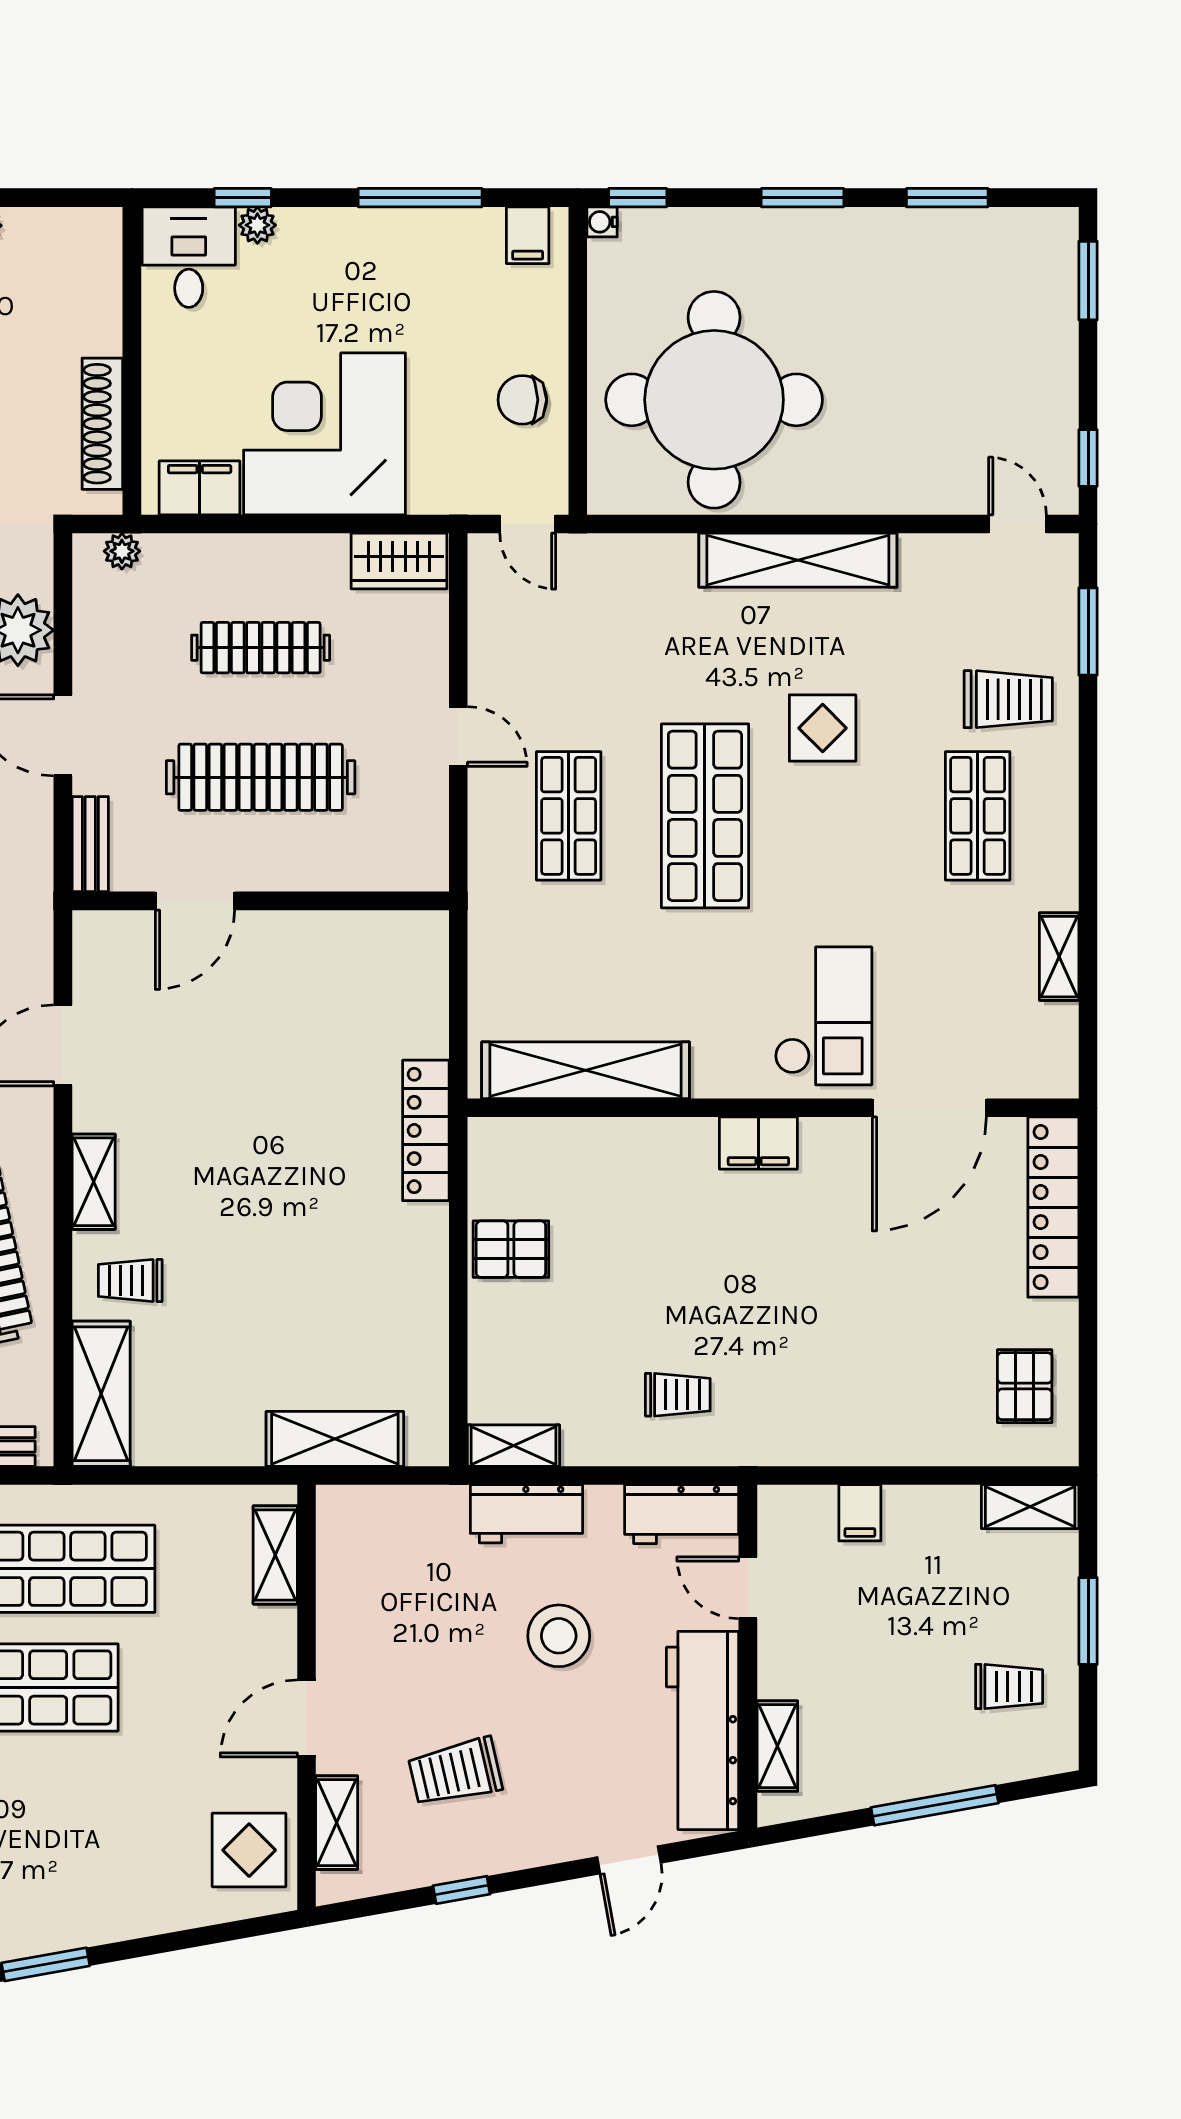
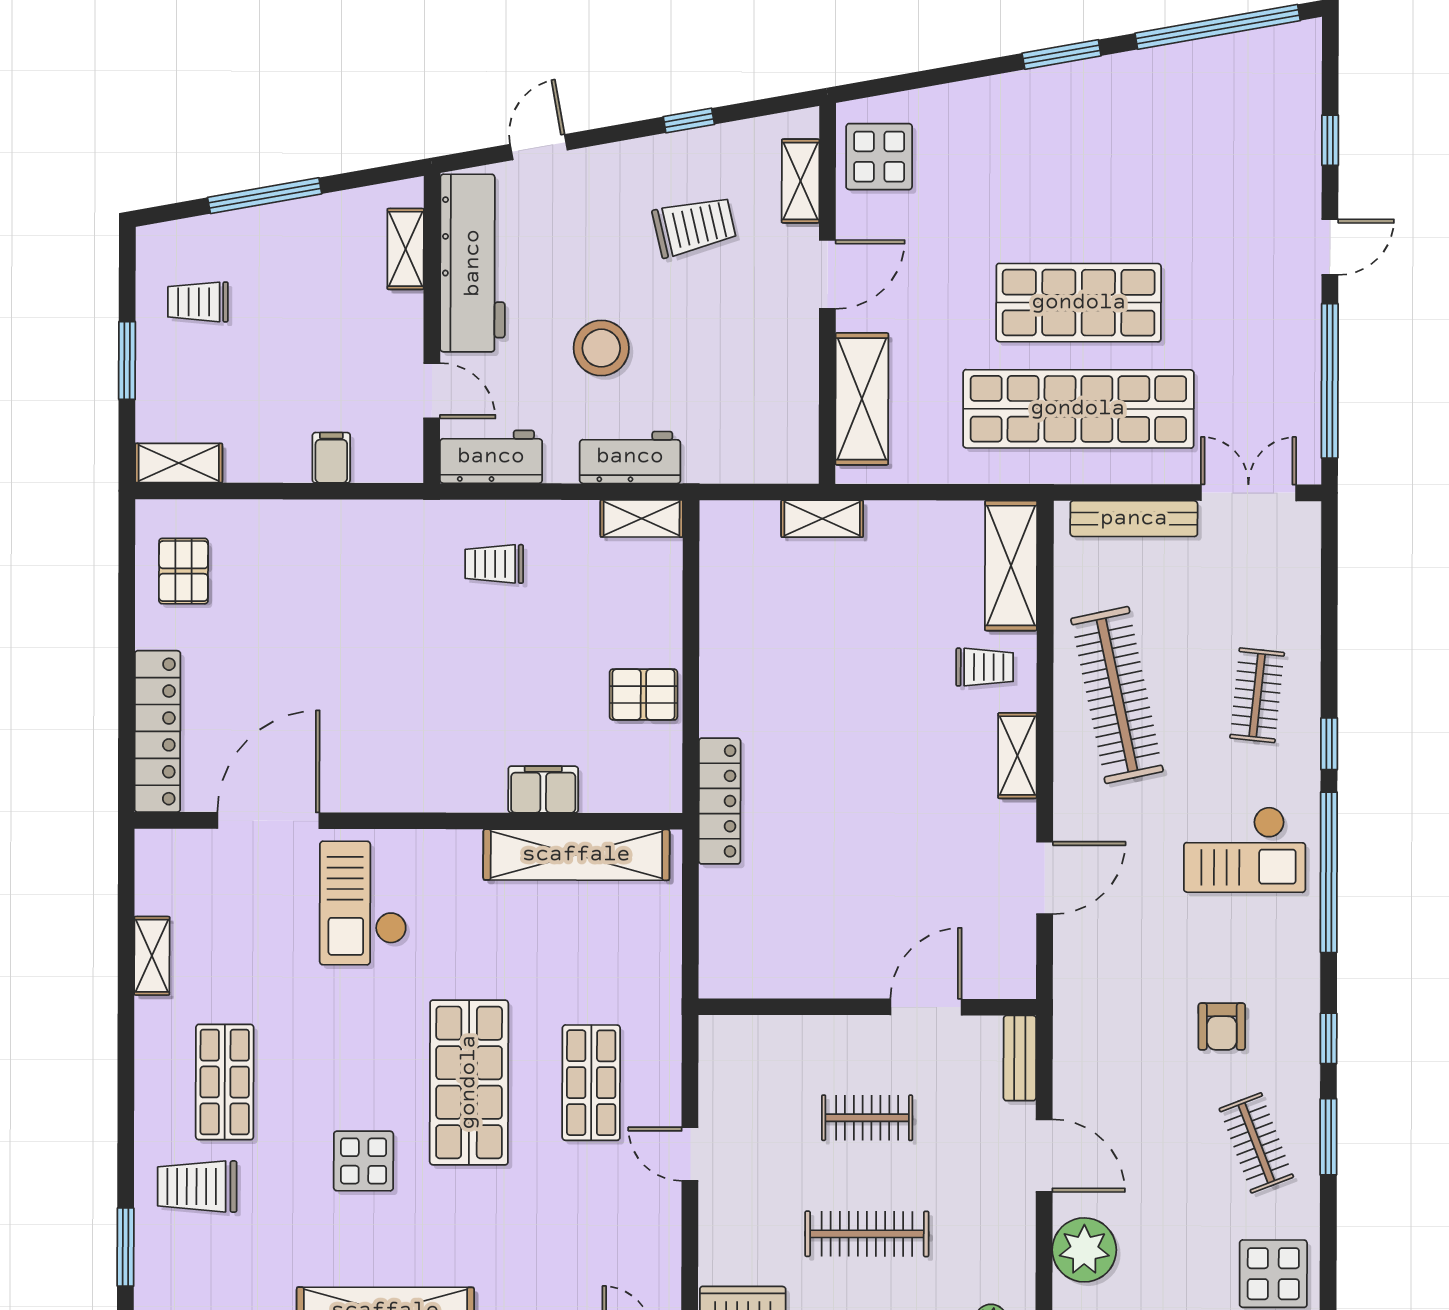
clothes rail: (261, 777) -> (867, 1118), width x0.54, depth x0.76
filing cabinet: (758, 1143) -> (543, 789), moved
shelving: (335, 1439) -> (822, 519), width x0.67, depth x0.75
shelving: (275, 1555) -> (862, 399), width x1.50, depth x1.33

